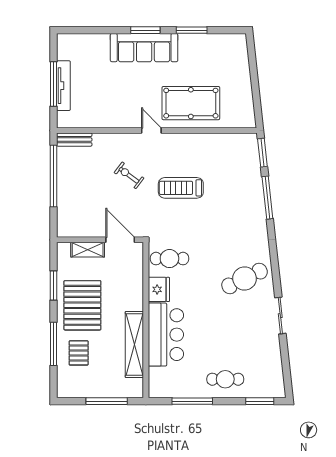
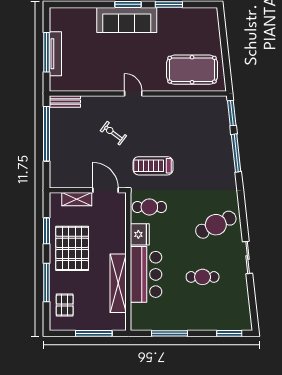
pool table: (191, 103) -> (192, 70), moved
treadmill: (181, 188) -> (153, 166), moved
pallet: (79, 353) -> (65, 305), moved
cafe table: (225, 379) -> (203, 277), moved

